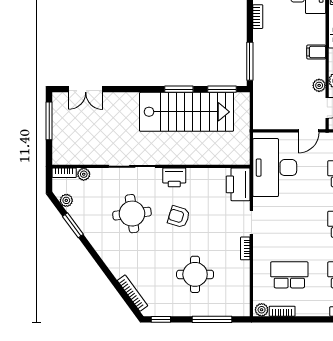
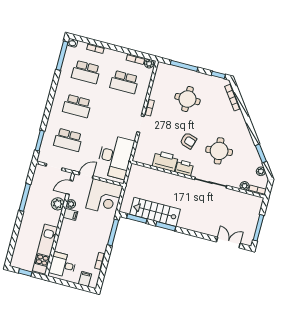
filing cabinet: (316, 52) -> (70, 214), moved
corner desk: (275, 107) -> (104, 197), added
stairs: (187, 112) -> (155, 212), width x0.73, depth x0.66
printer: (238, 184) -> (165, 161), moved, turned -90

